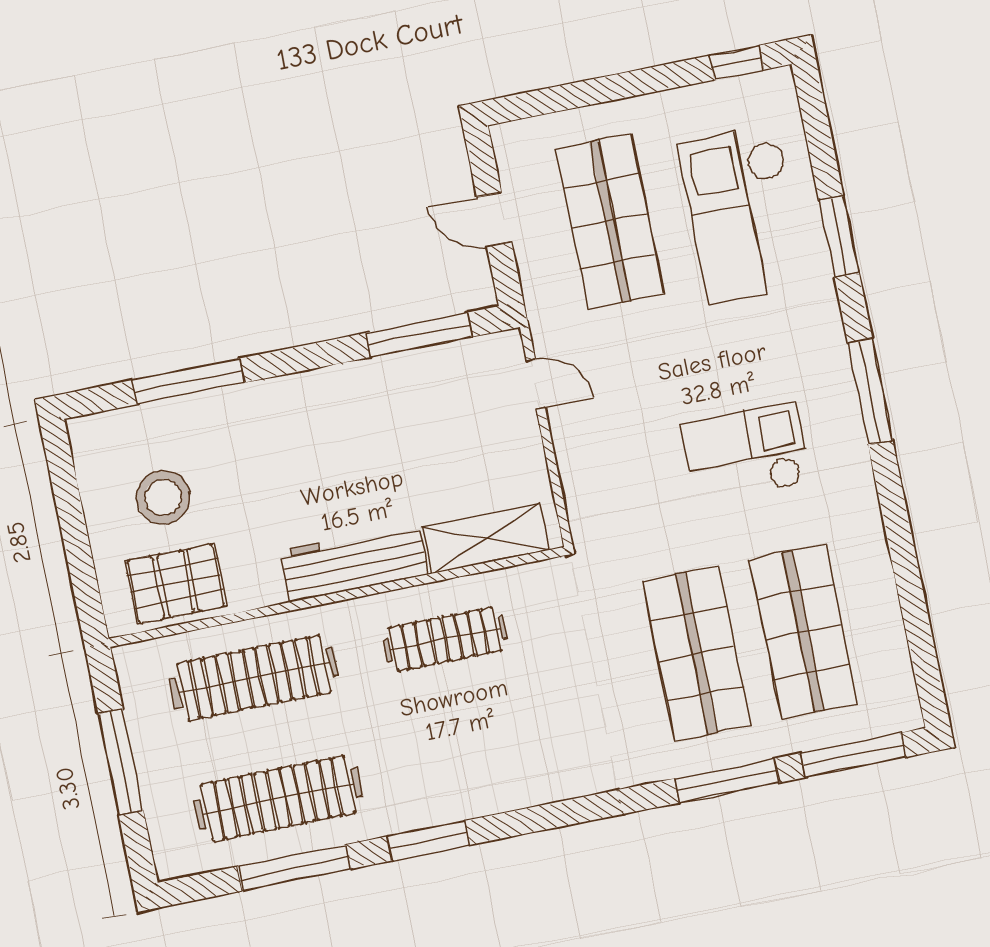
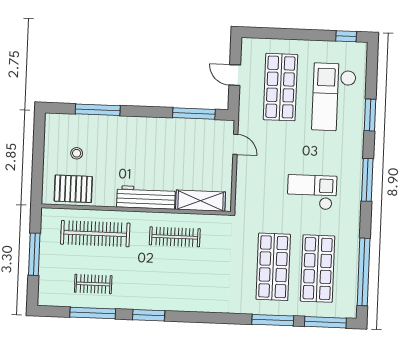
stool: (163, 497) -> (77, 153), width x0.53, depth x0.53
window: (915, 613) -> (364, 272), added
clothes rail: (278, 799) -> (93, 284), width x0.54, depth x0.76

